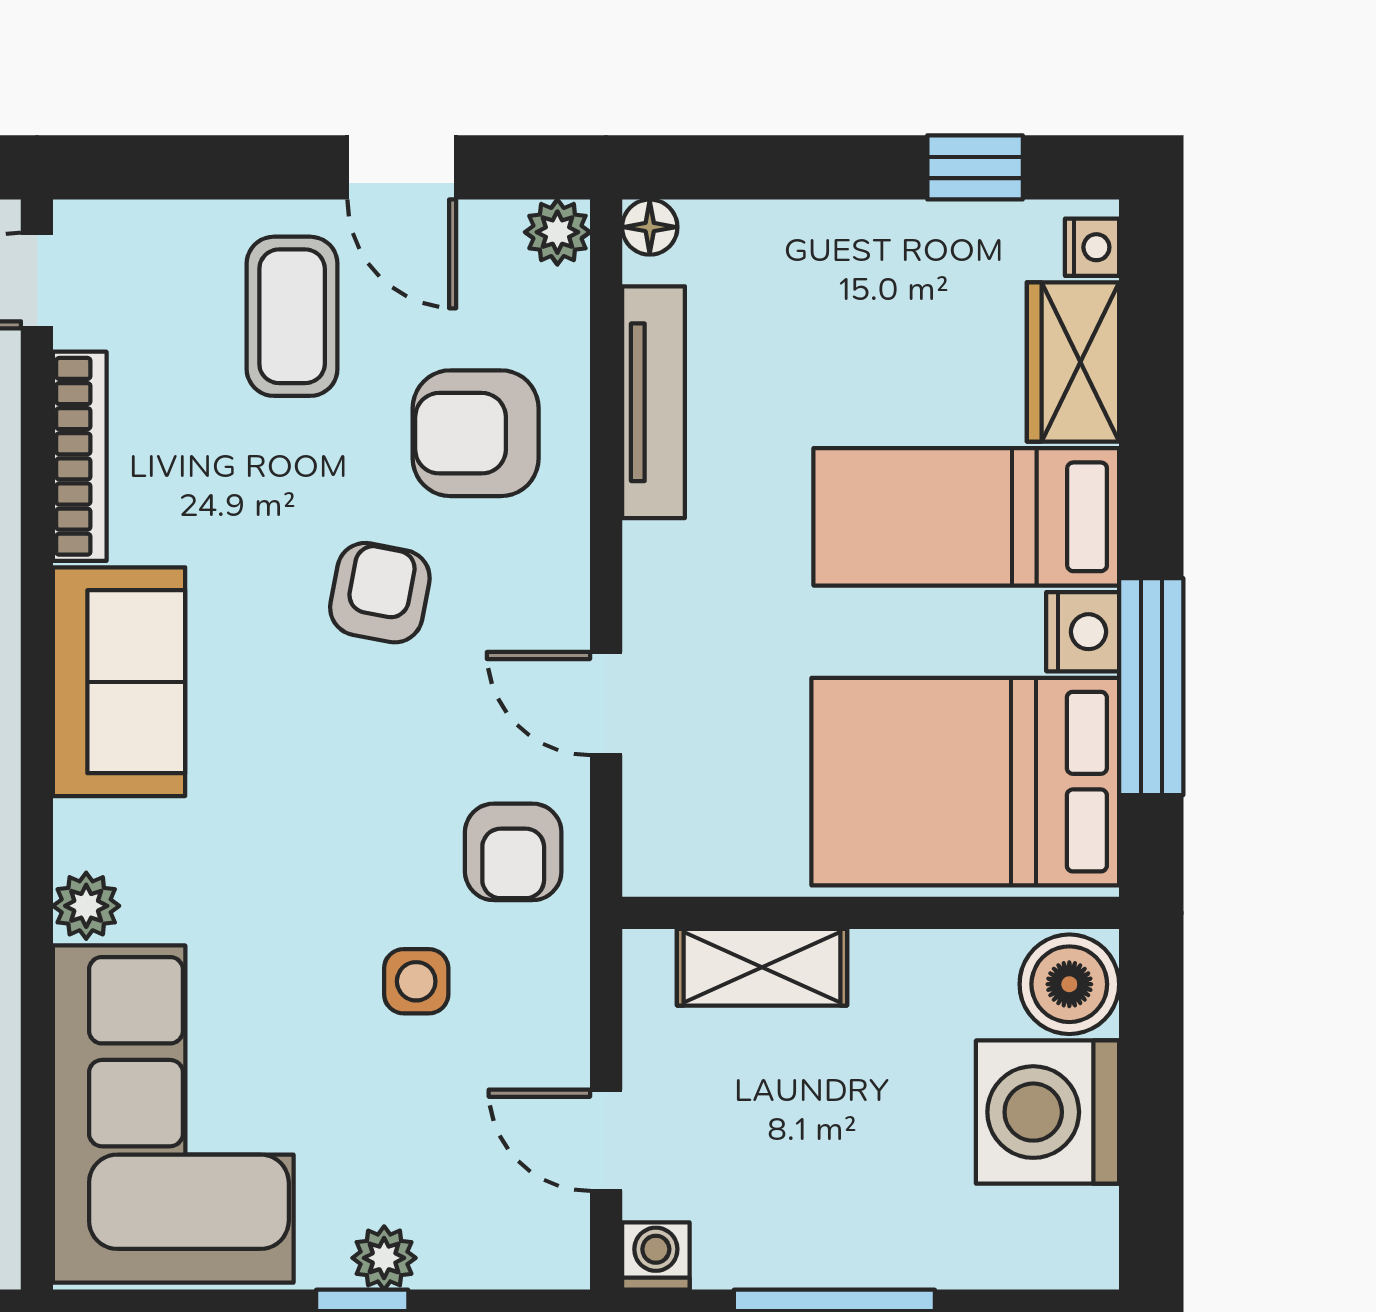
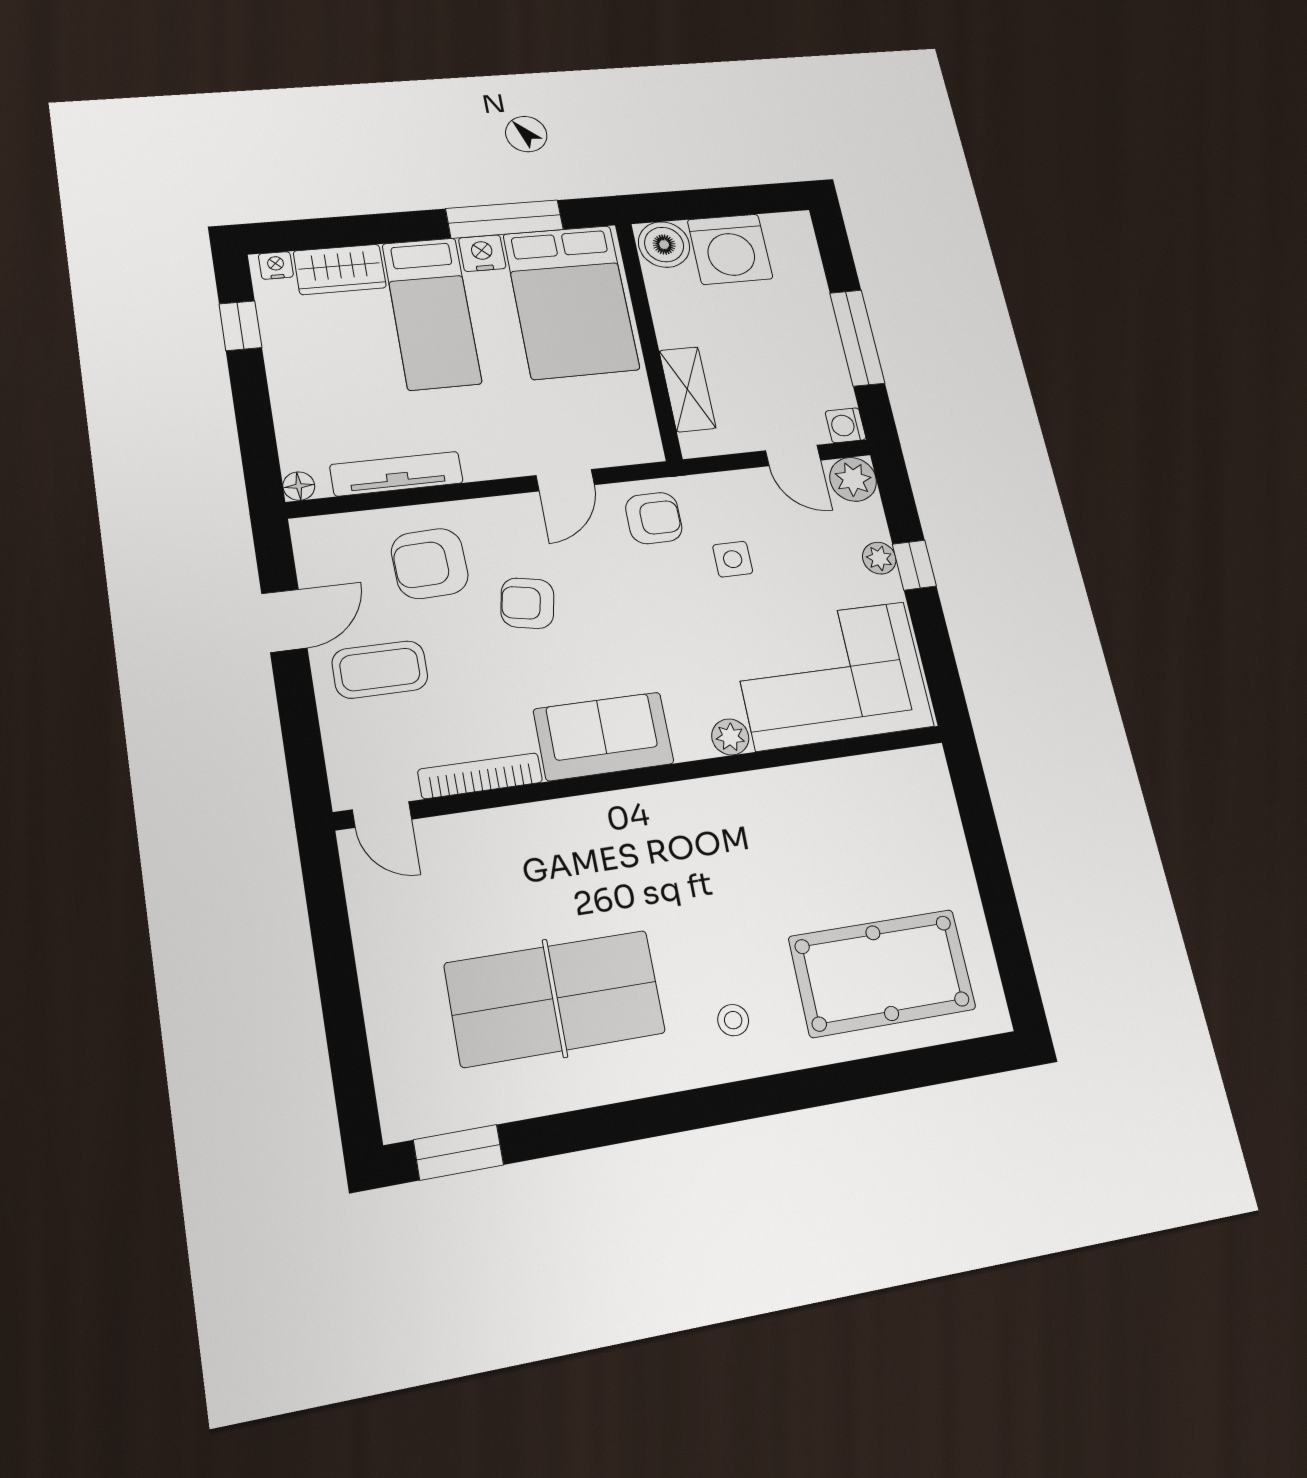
plant: (557, 232) -> (853, 479), moved, width x1.38, depth x1.38
armchair: (476, 433) -> (430, 564), turned 88
door: (606, 1140) -> (793, 455), hinge flipped

